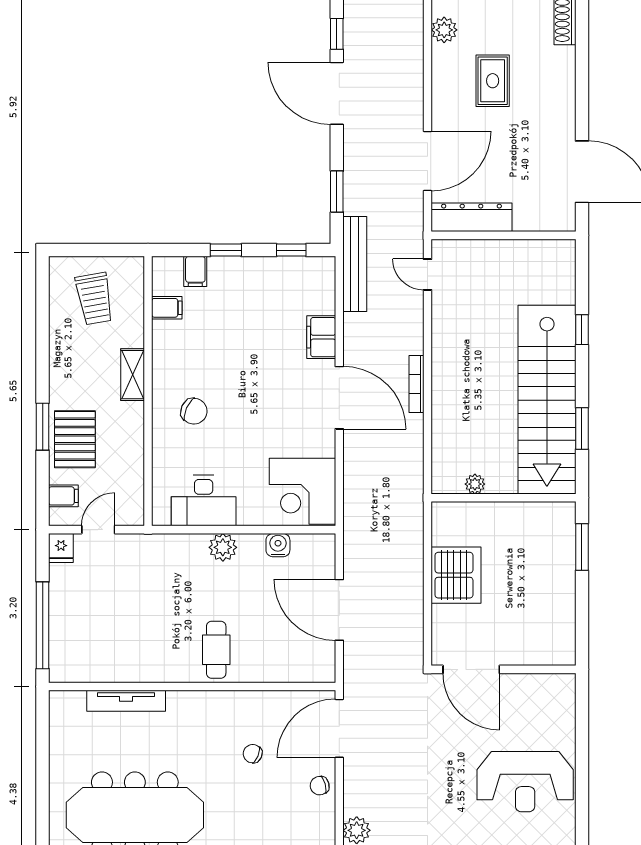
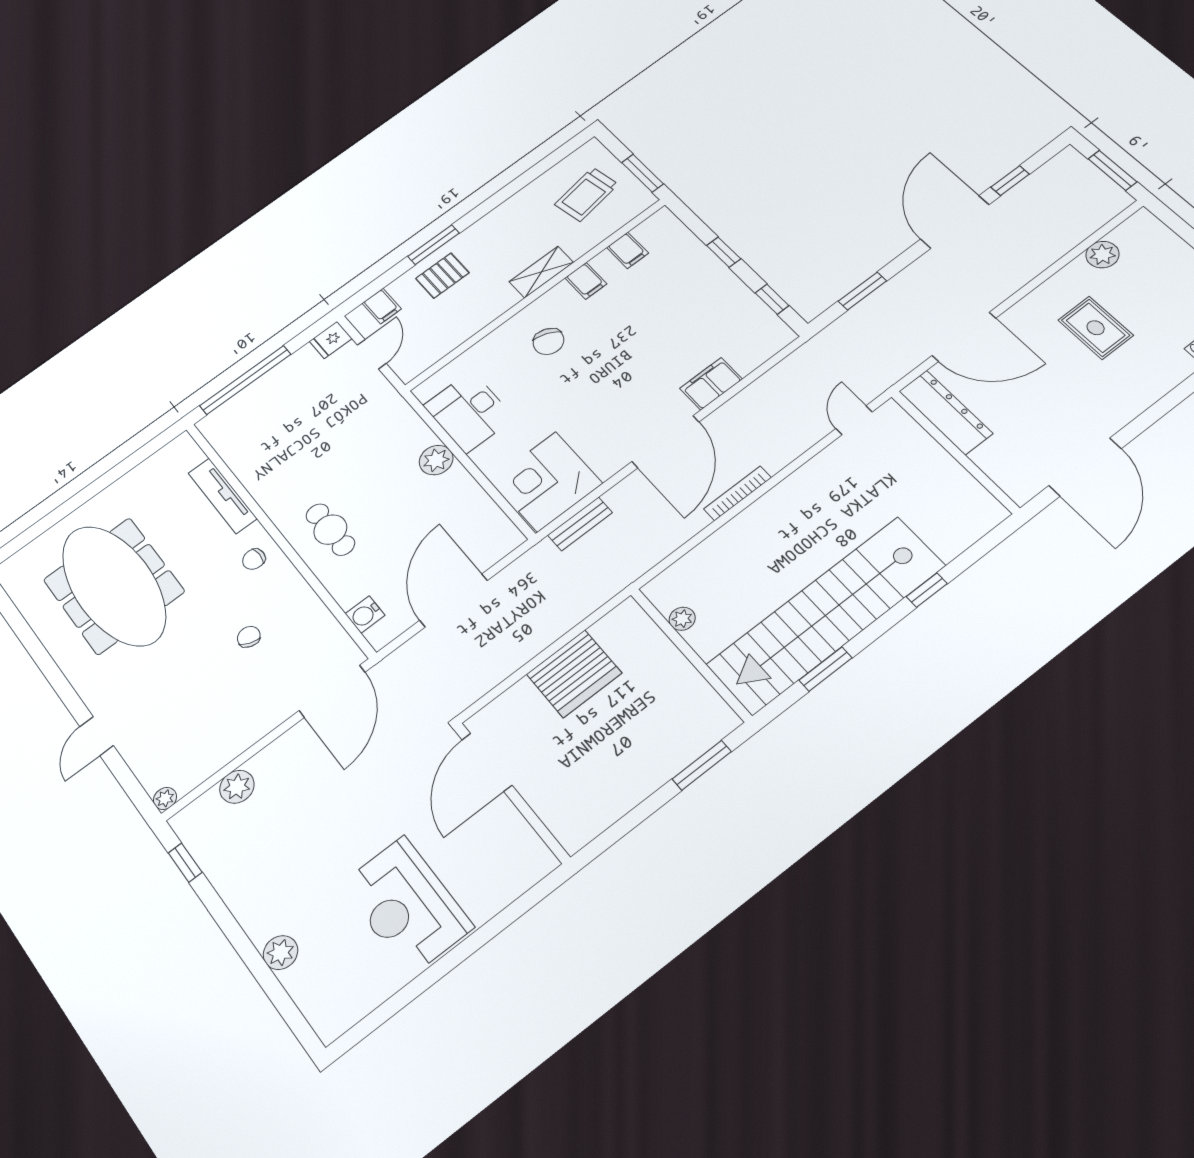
rug: (493, 81) -> (1096, 328), turned 90
window: (111, 250) -> (642, 173), added
bench: (355, 264) -> (580, 524), moved, width x0.54, depth x0.82
filing cabinet: (195, 271) -> (586, 281), moved, turned -90
pallet: (75, 439) -> (442, 276), width x0.67, depth x0.71
door: (98, 530) -> (372, 354), hinge flipped
water cooler: (278, 545) -> (365, 615), moved, turned 180
cafe table: (216, 650) -> (330, 530), turned 90
door: (339, 728) -> (332, 691), swing flipped
chair: (320, 786) -> (254, 559), moved, turned -75

